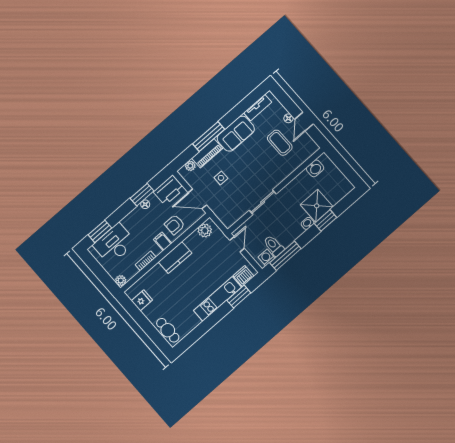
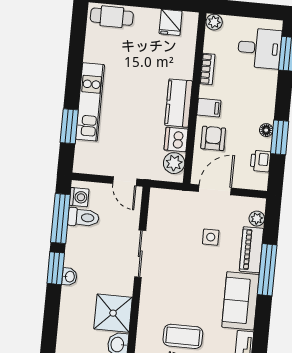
printer: (169, 190) -> (260, 161), width x0.53, depth x0.68
shower: (317, 206) -> (113, 313), moved
window: (326, 220) -> (56, 268), moved
desk: (114, 244) -> (260, 48), width x0.73
dishwasher: (244, 276) -> (176, 139), moved, turned 180

